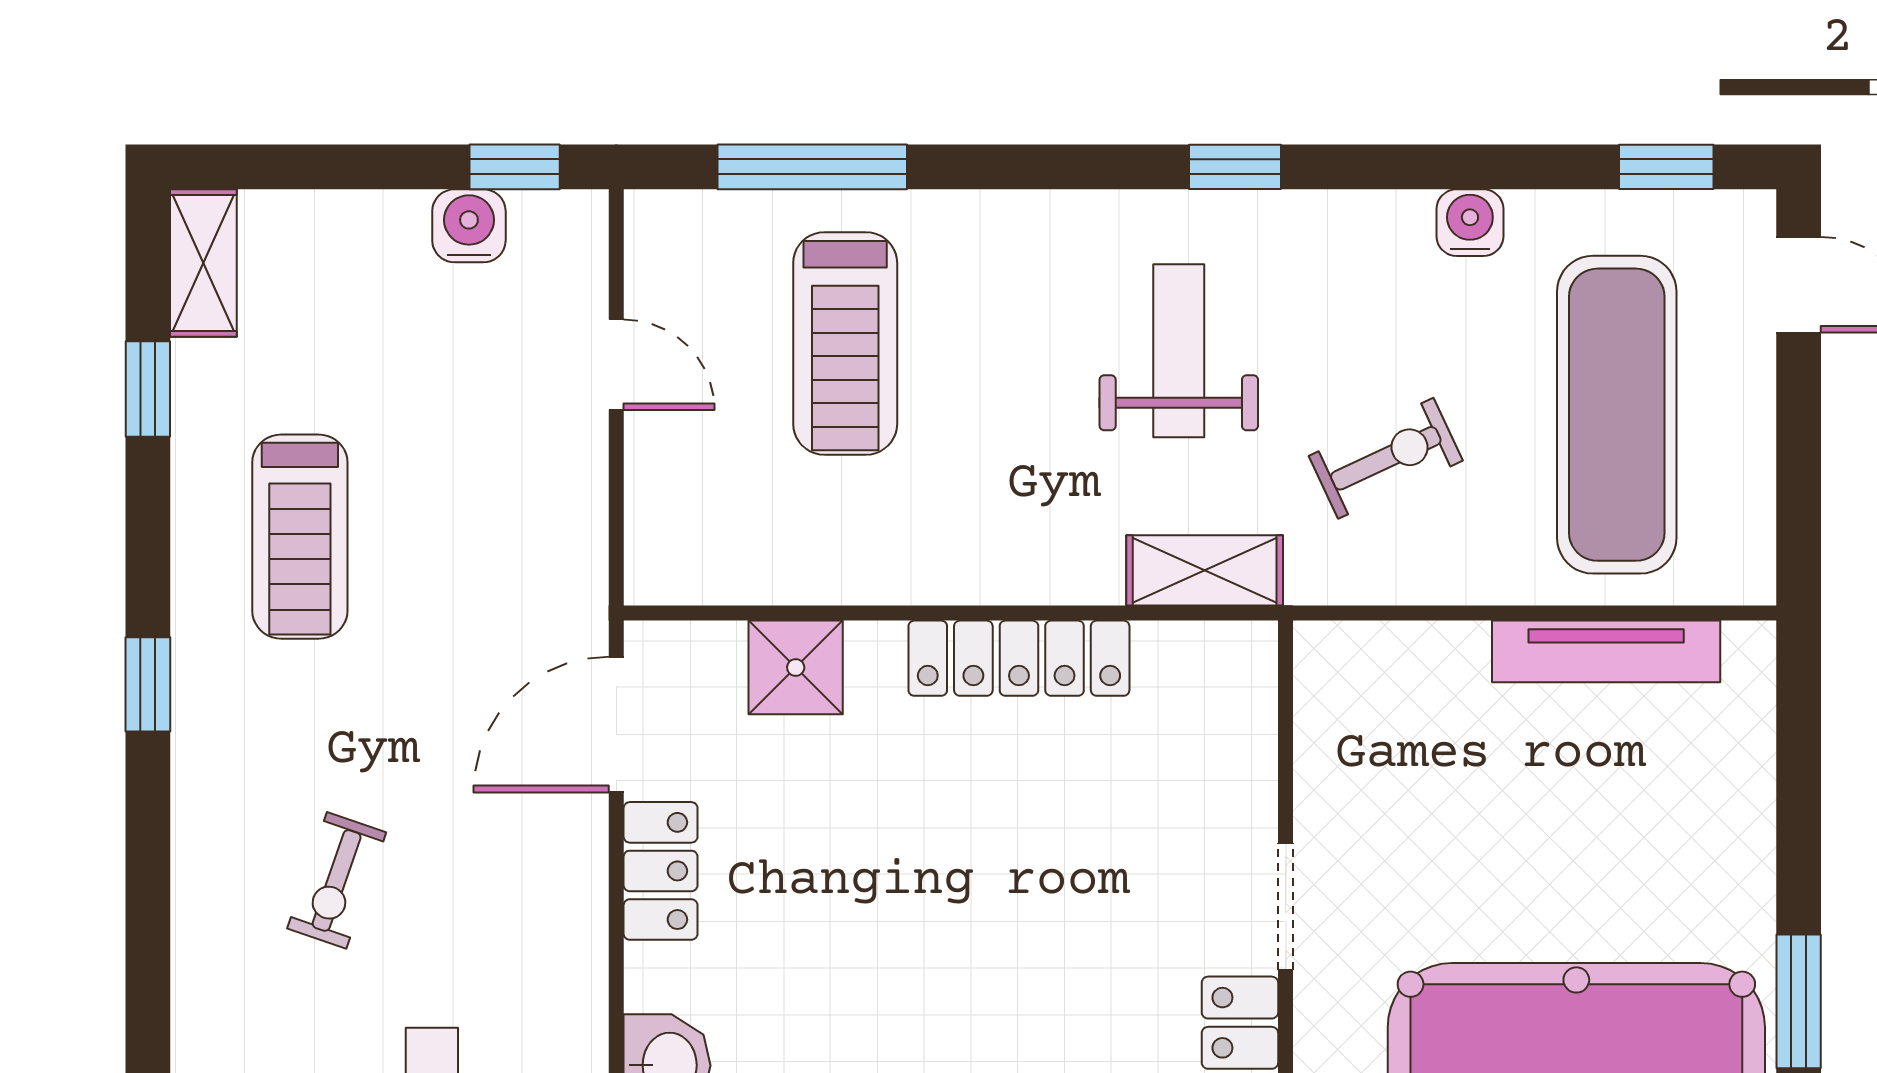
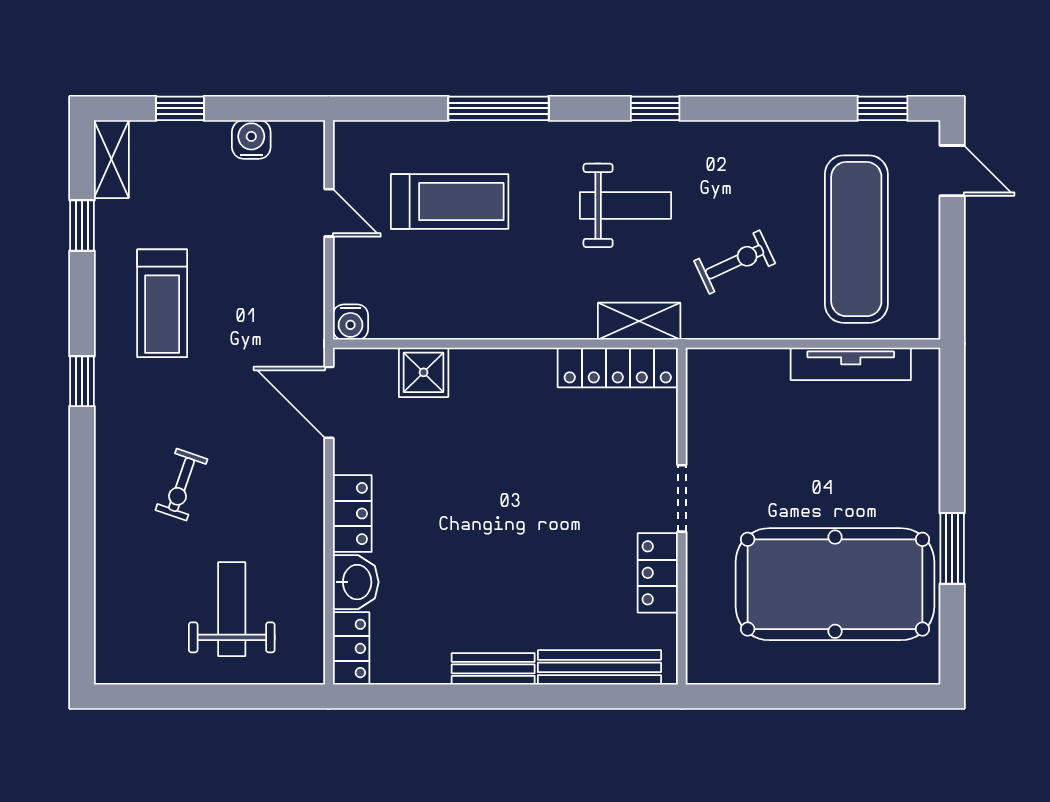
window: (515, 167) -> (180, 108), moved
window: (812, 167) -> (499, 108), moved
water cooler: (1470, 223) -> (350, 322), moved, turned 180
treadmill: (845, 343) -> (450, 202), turned -90
weight bench: (1179, 351) -> (625, 205), turned 90
locker: (1019, 658) -> (618, 367), moved
door: (616, 725) -> (329, 402), hinge flipped
locker: (661, 871) -> (352, 514), moved

